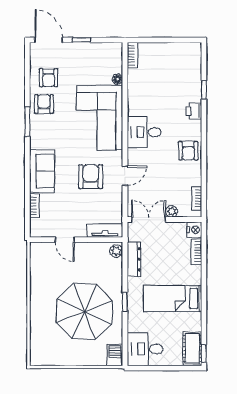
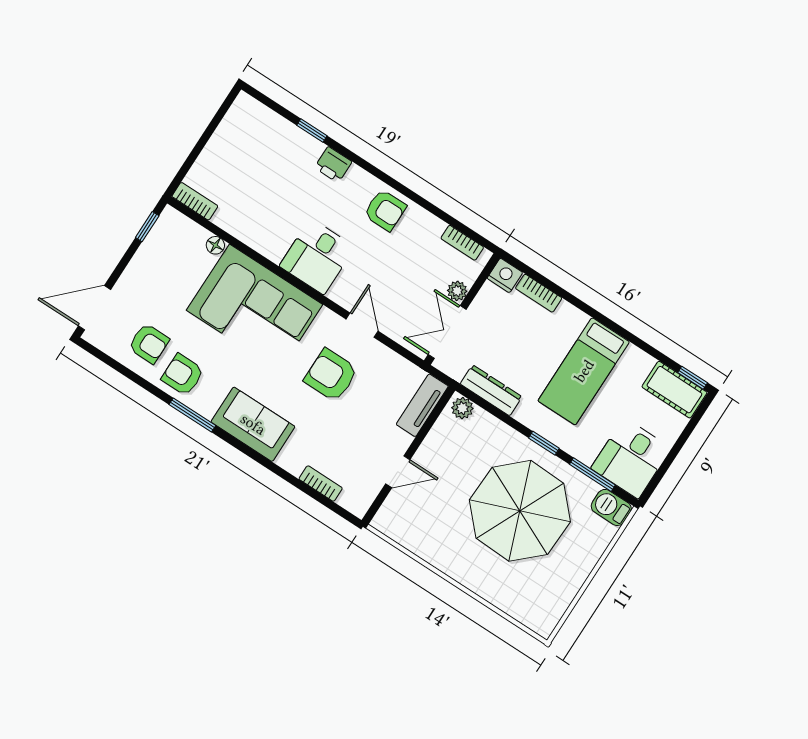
window: (81, 40) -> (147, 227), moved
sofa: (42, 171) -> (253, 424), moved
window: (125, 335) -> (592, 475), added

